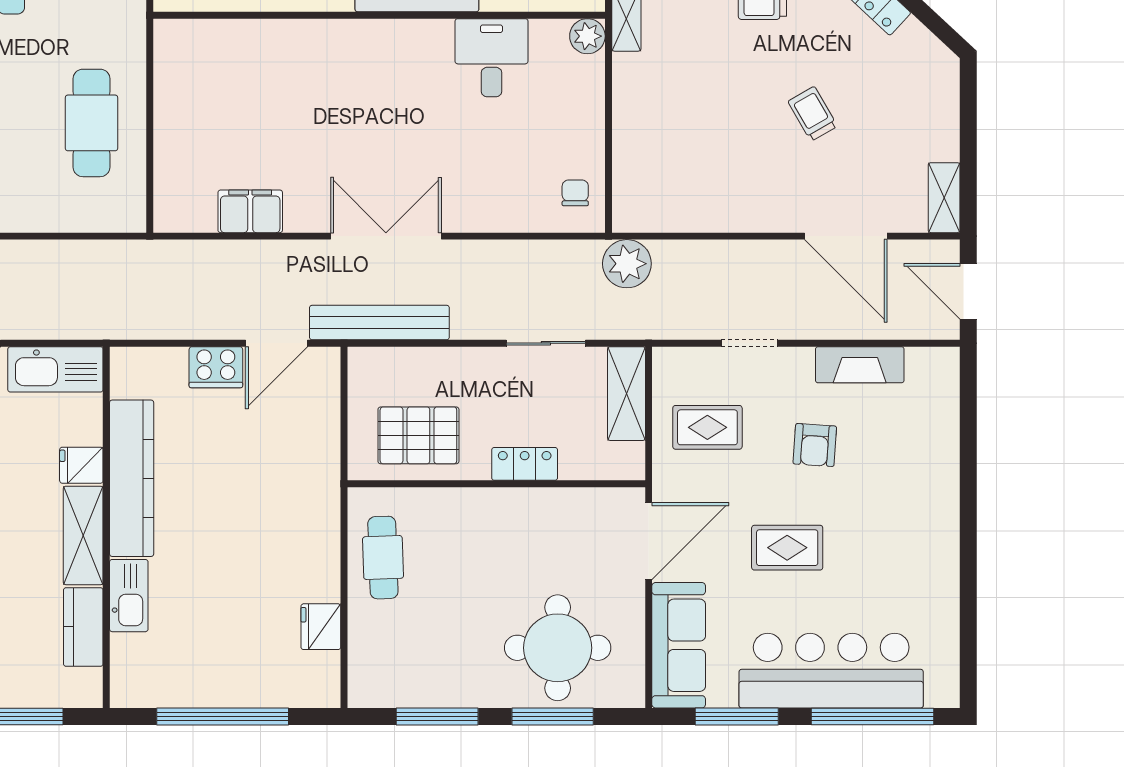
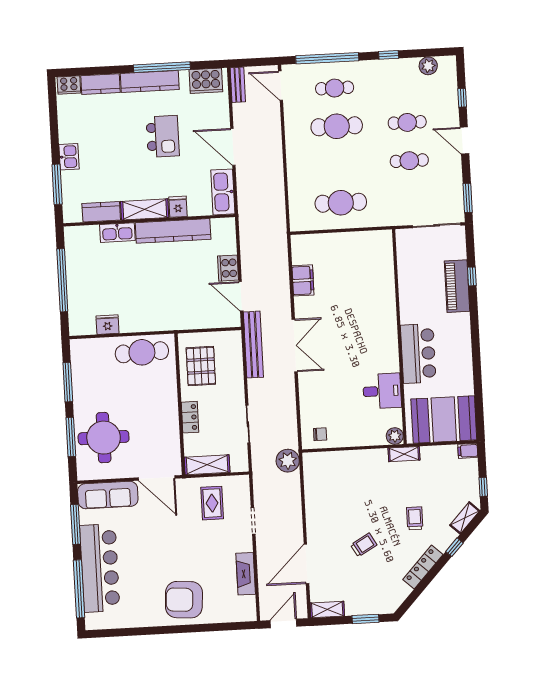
window: (968, 118) -> (365, 619), added
shelving: (626, 394) -> (207, 465), moved
armchair: (815, 445) -> (184, 600), moved, width x1.88, depth x1.88
rug: (787, 548) -> (157, 544), removed
cafe table: (383, 558) -> (142, 352), width x1.37, depth x1.35

